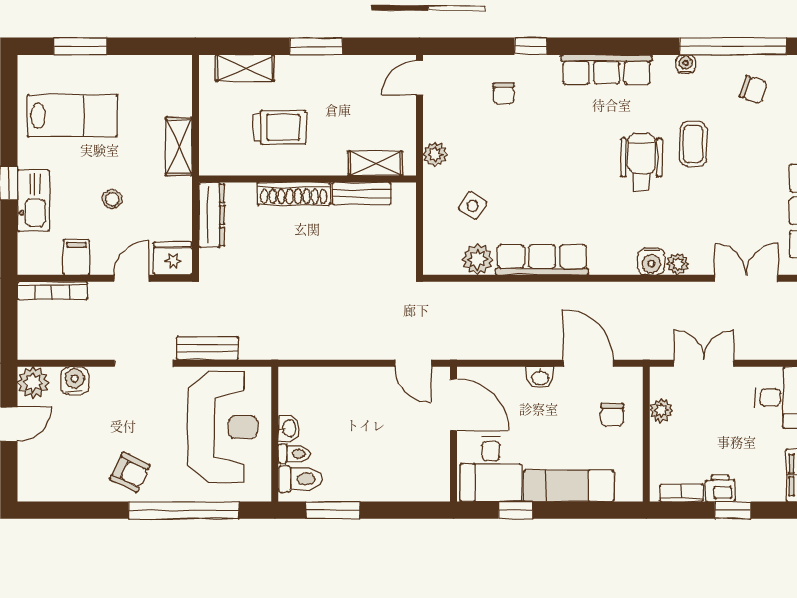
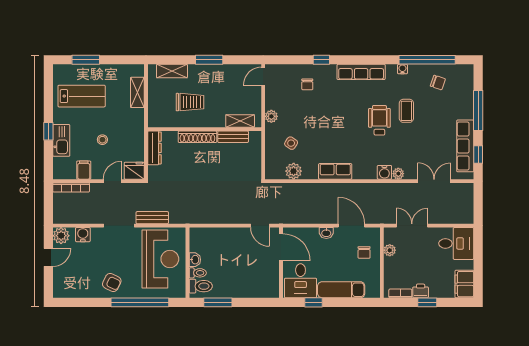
shelving: (179, 146) -> (137, 92), moved
row of seats: (542, 260) -> (335, 171), width x0.68

